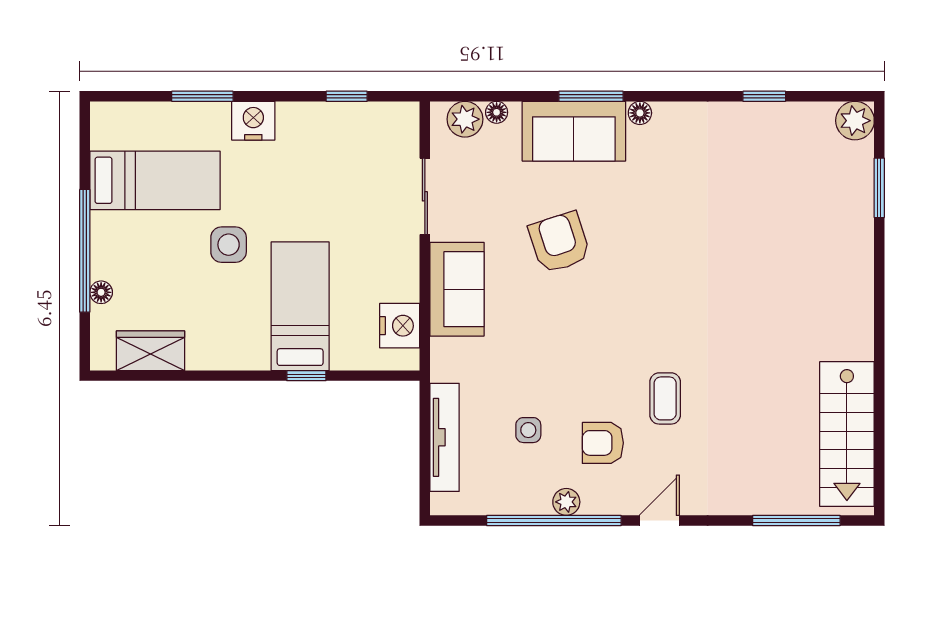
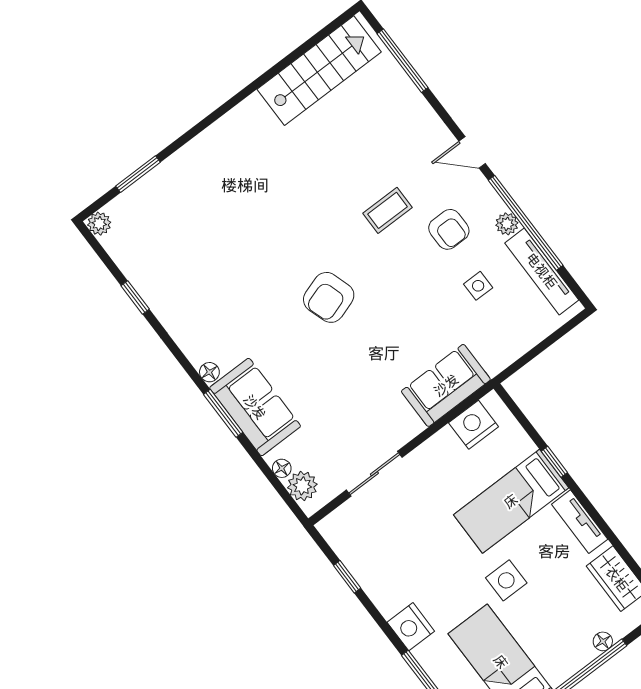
plant: (855, 121) -> (99, 224), width x0.73, depth x0.73
armchair: (559, 242) -> (329, 297), moved
sofa: (457, 289) -> (446, 385), moved
tv unit: (231, 356) -> (580, 522), added
tv unit: (444, 437) -> (542, 271), moved, turned -90

